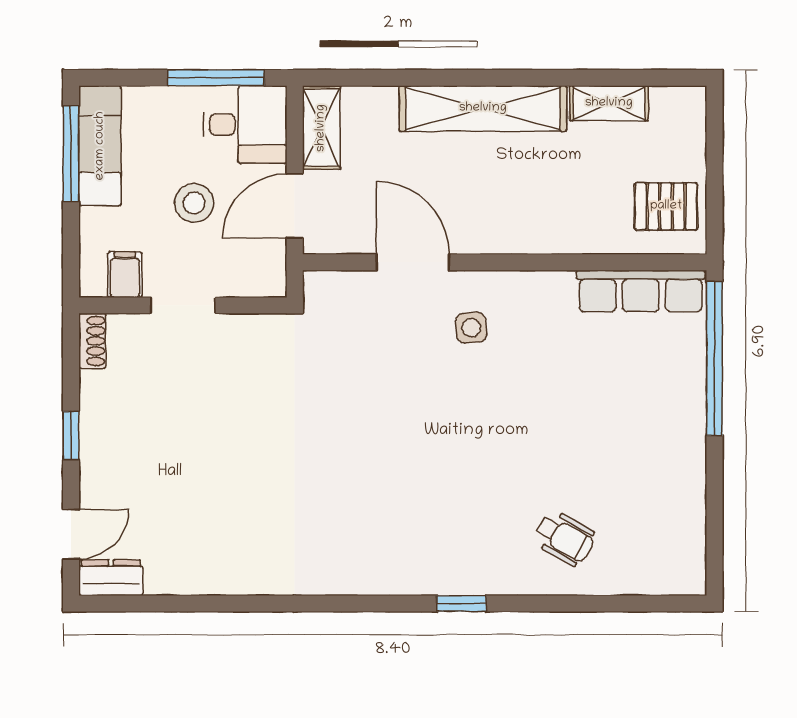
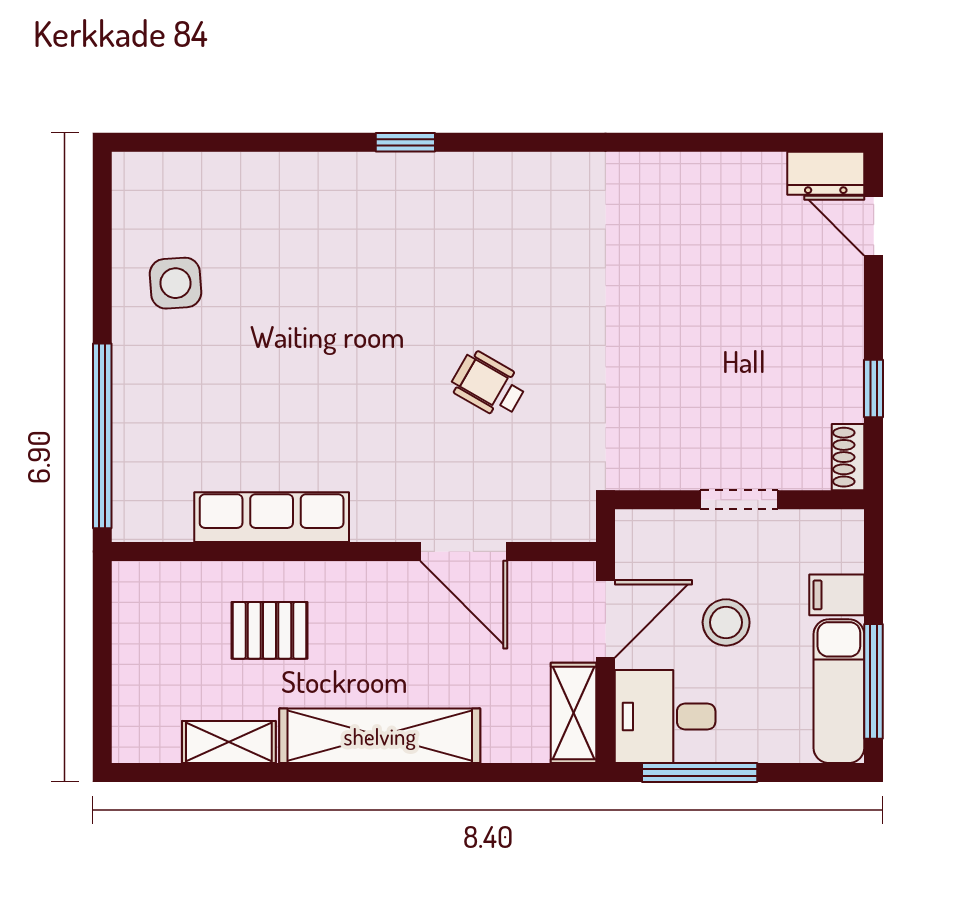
pallet: (666, 206) -> (269, 630), moved
filing cabinet: (125, 275) -> (837, 595), moved, turned 90
row of seats: (641, 291) -> (272, 517), moved
side table: (471, 328) -> (176, 283), moved, width x1.37, depth x1.37
window: (71, 435) -> (874, 389), moved
door: (71, 534) -> (874, 226), hinge flipped
wheelchair: (564, 538) -> (489, 385), moved

